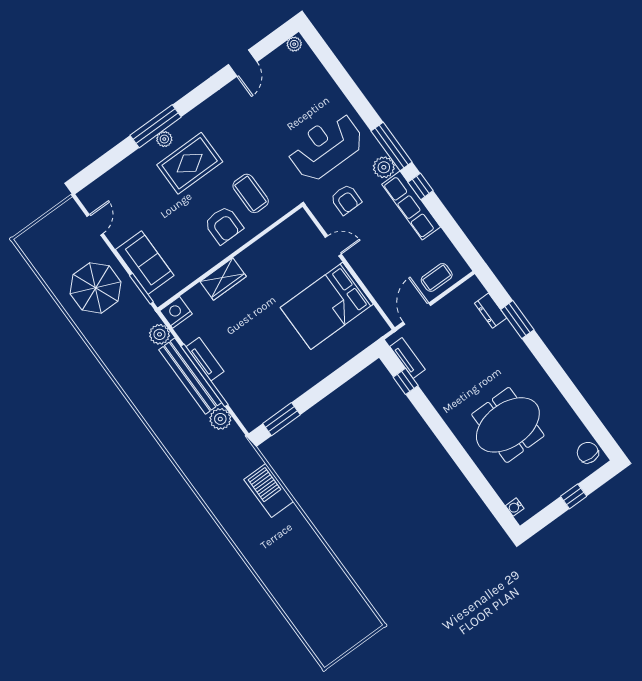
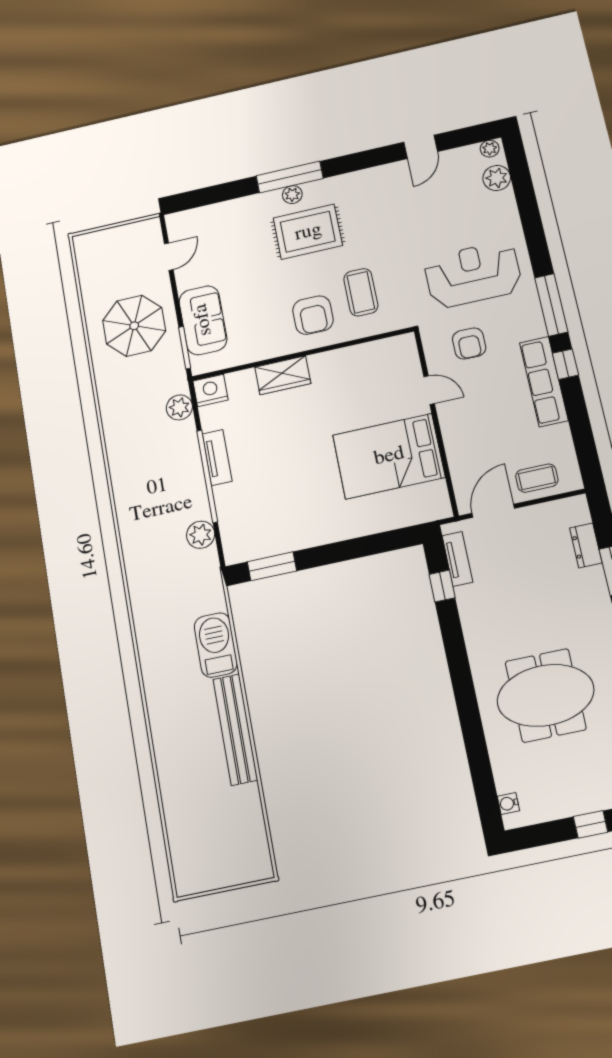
plant: (384, 167) -> (497, 178), moved
bench: (190, 376) -> (235, 729), moved

